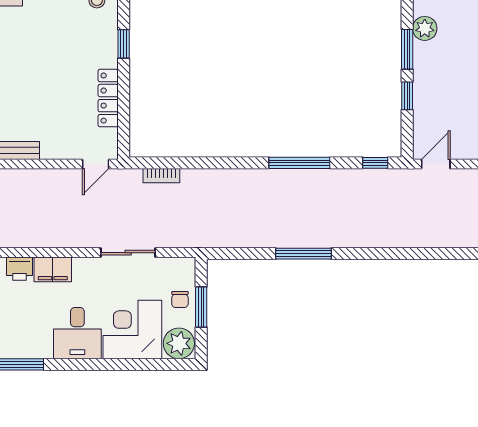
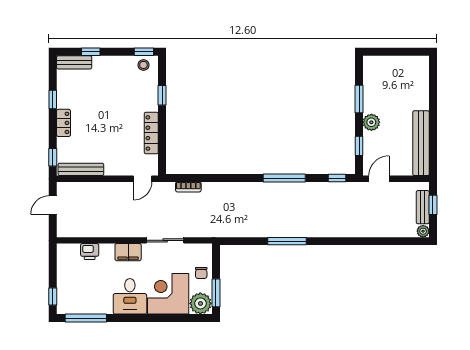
plant: (425, 28) -> (371, 122), moved
window: (407, 96) -> (359, 146), moved
filing cabinet: (53, 269) -> (128, 252), moved
window: (201, 307) -> (216, 293), moved

